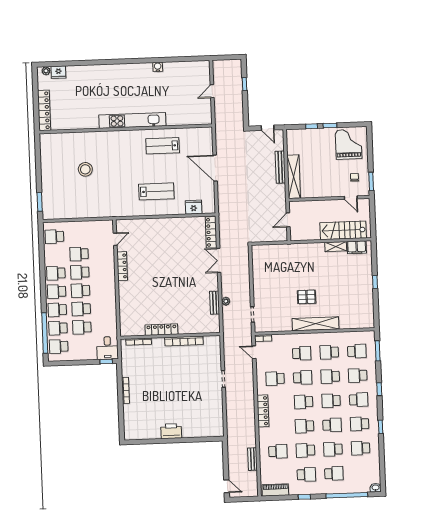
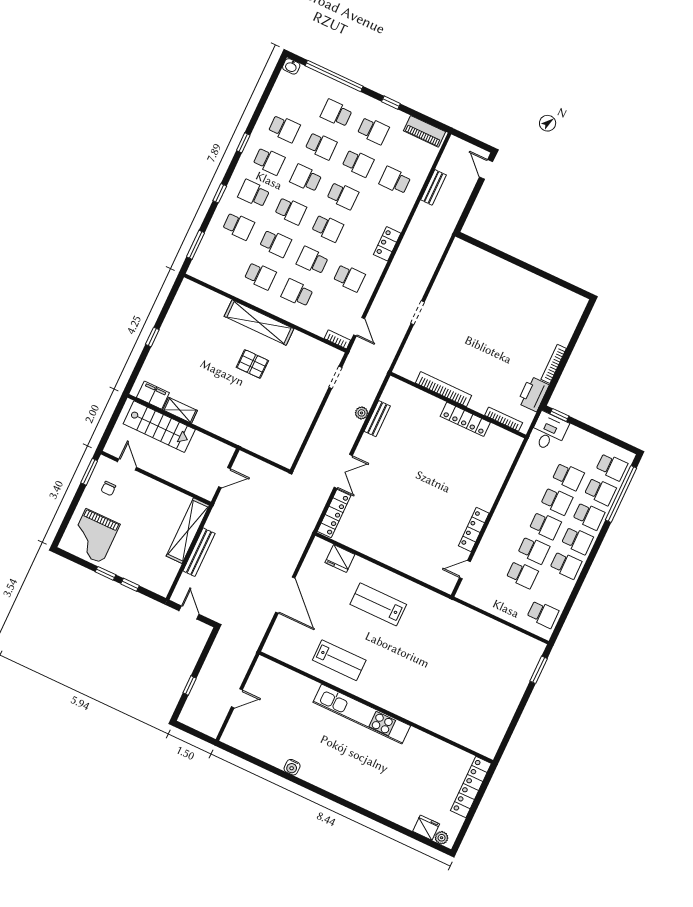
stool: (85, 169) -> (457, 682), removed
school desk: (357, 351) -> (223, 258), removed
locker: (263, 411) -> (387, 244), width x0.66
printer: (171, 431) -> (533, 394), moved, turned 90
school desk: (306, 475) -> (373, 131), turned 180

